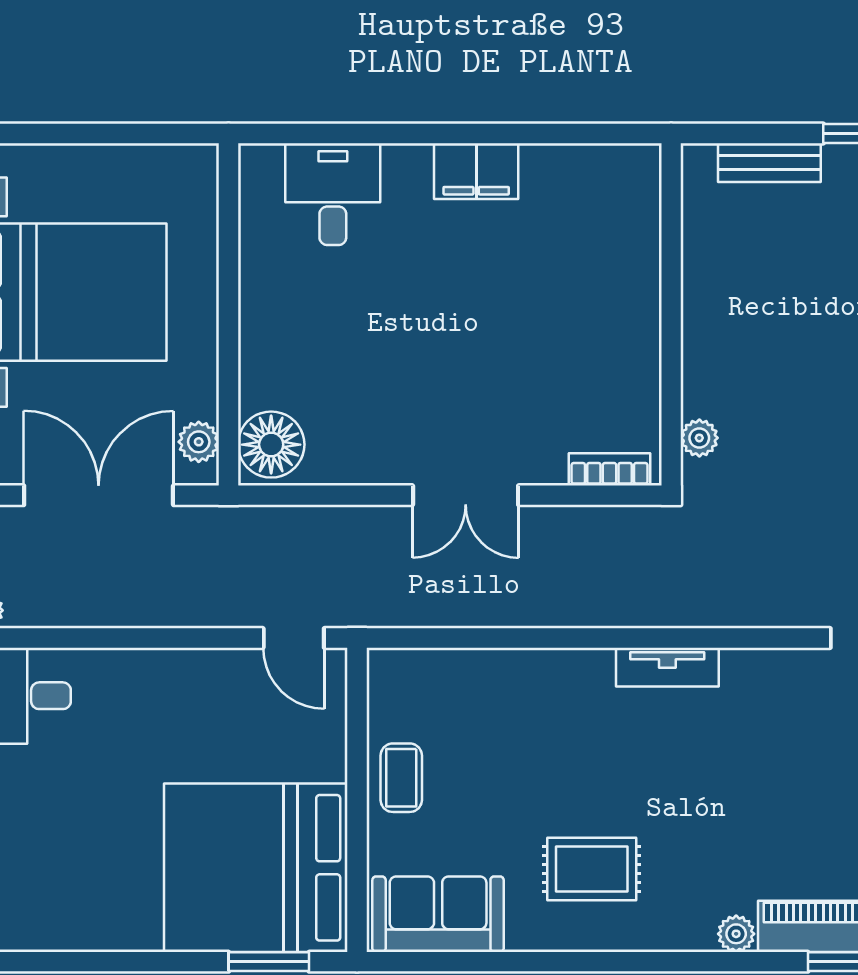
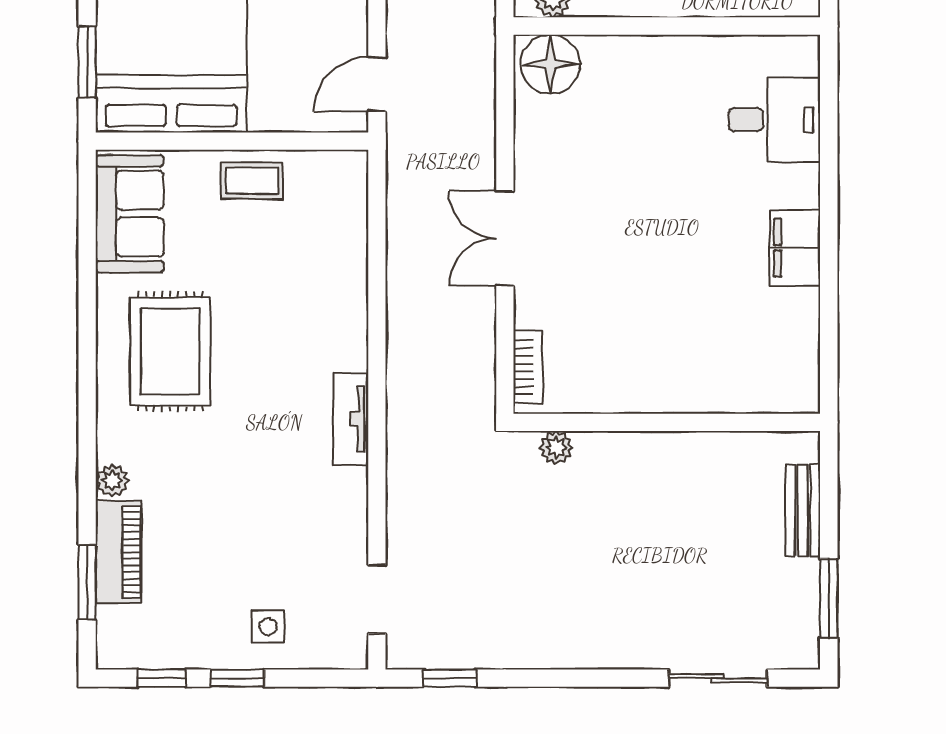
rug: (592, 869) -> (170, 351), width x1.36, depth x1.43

